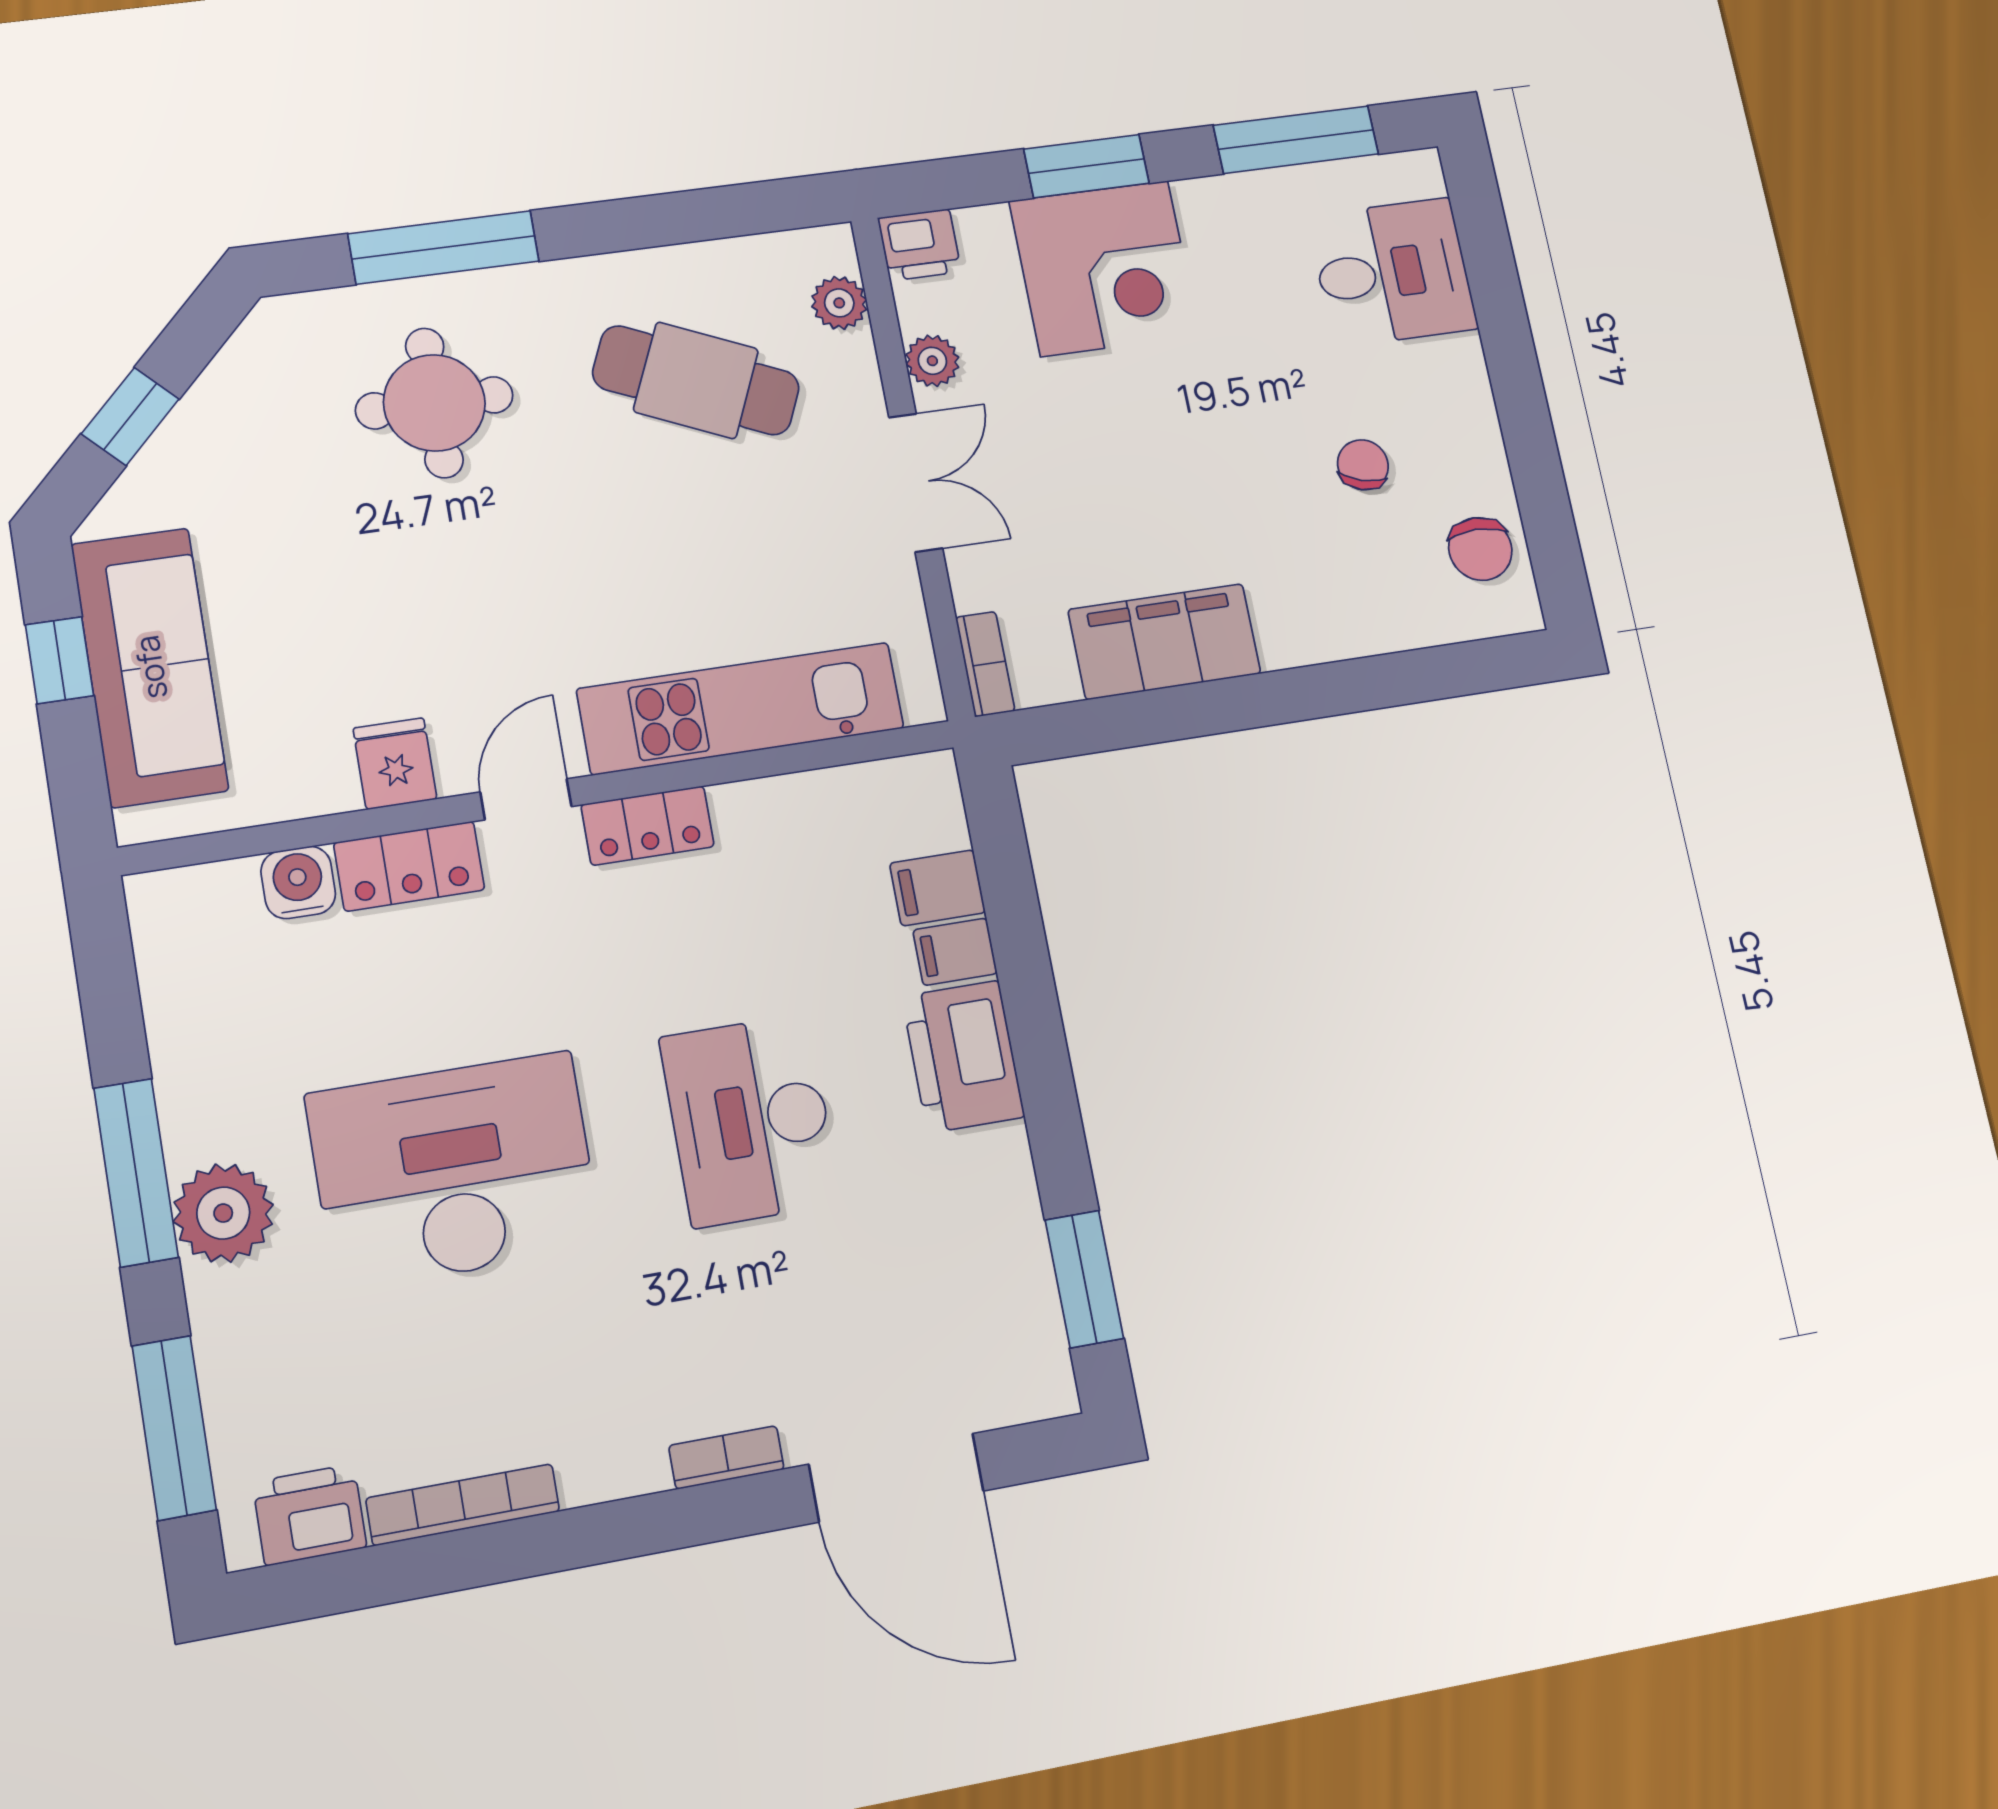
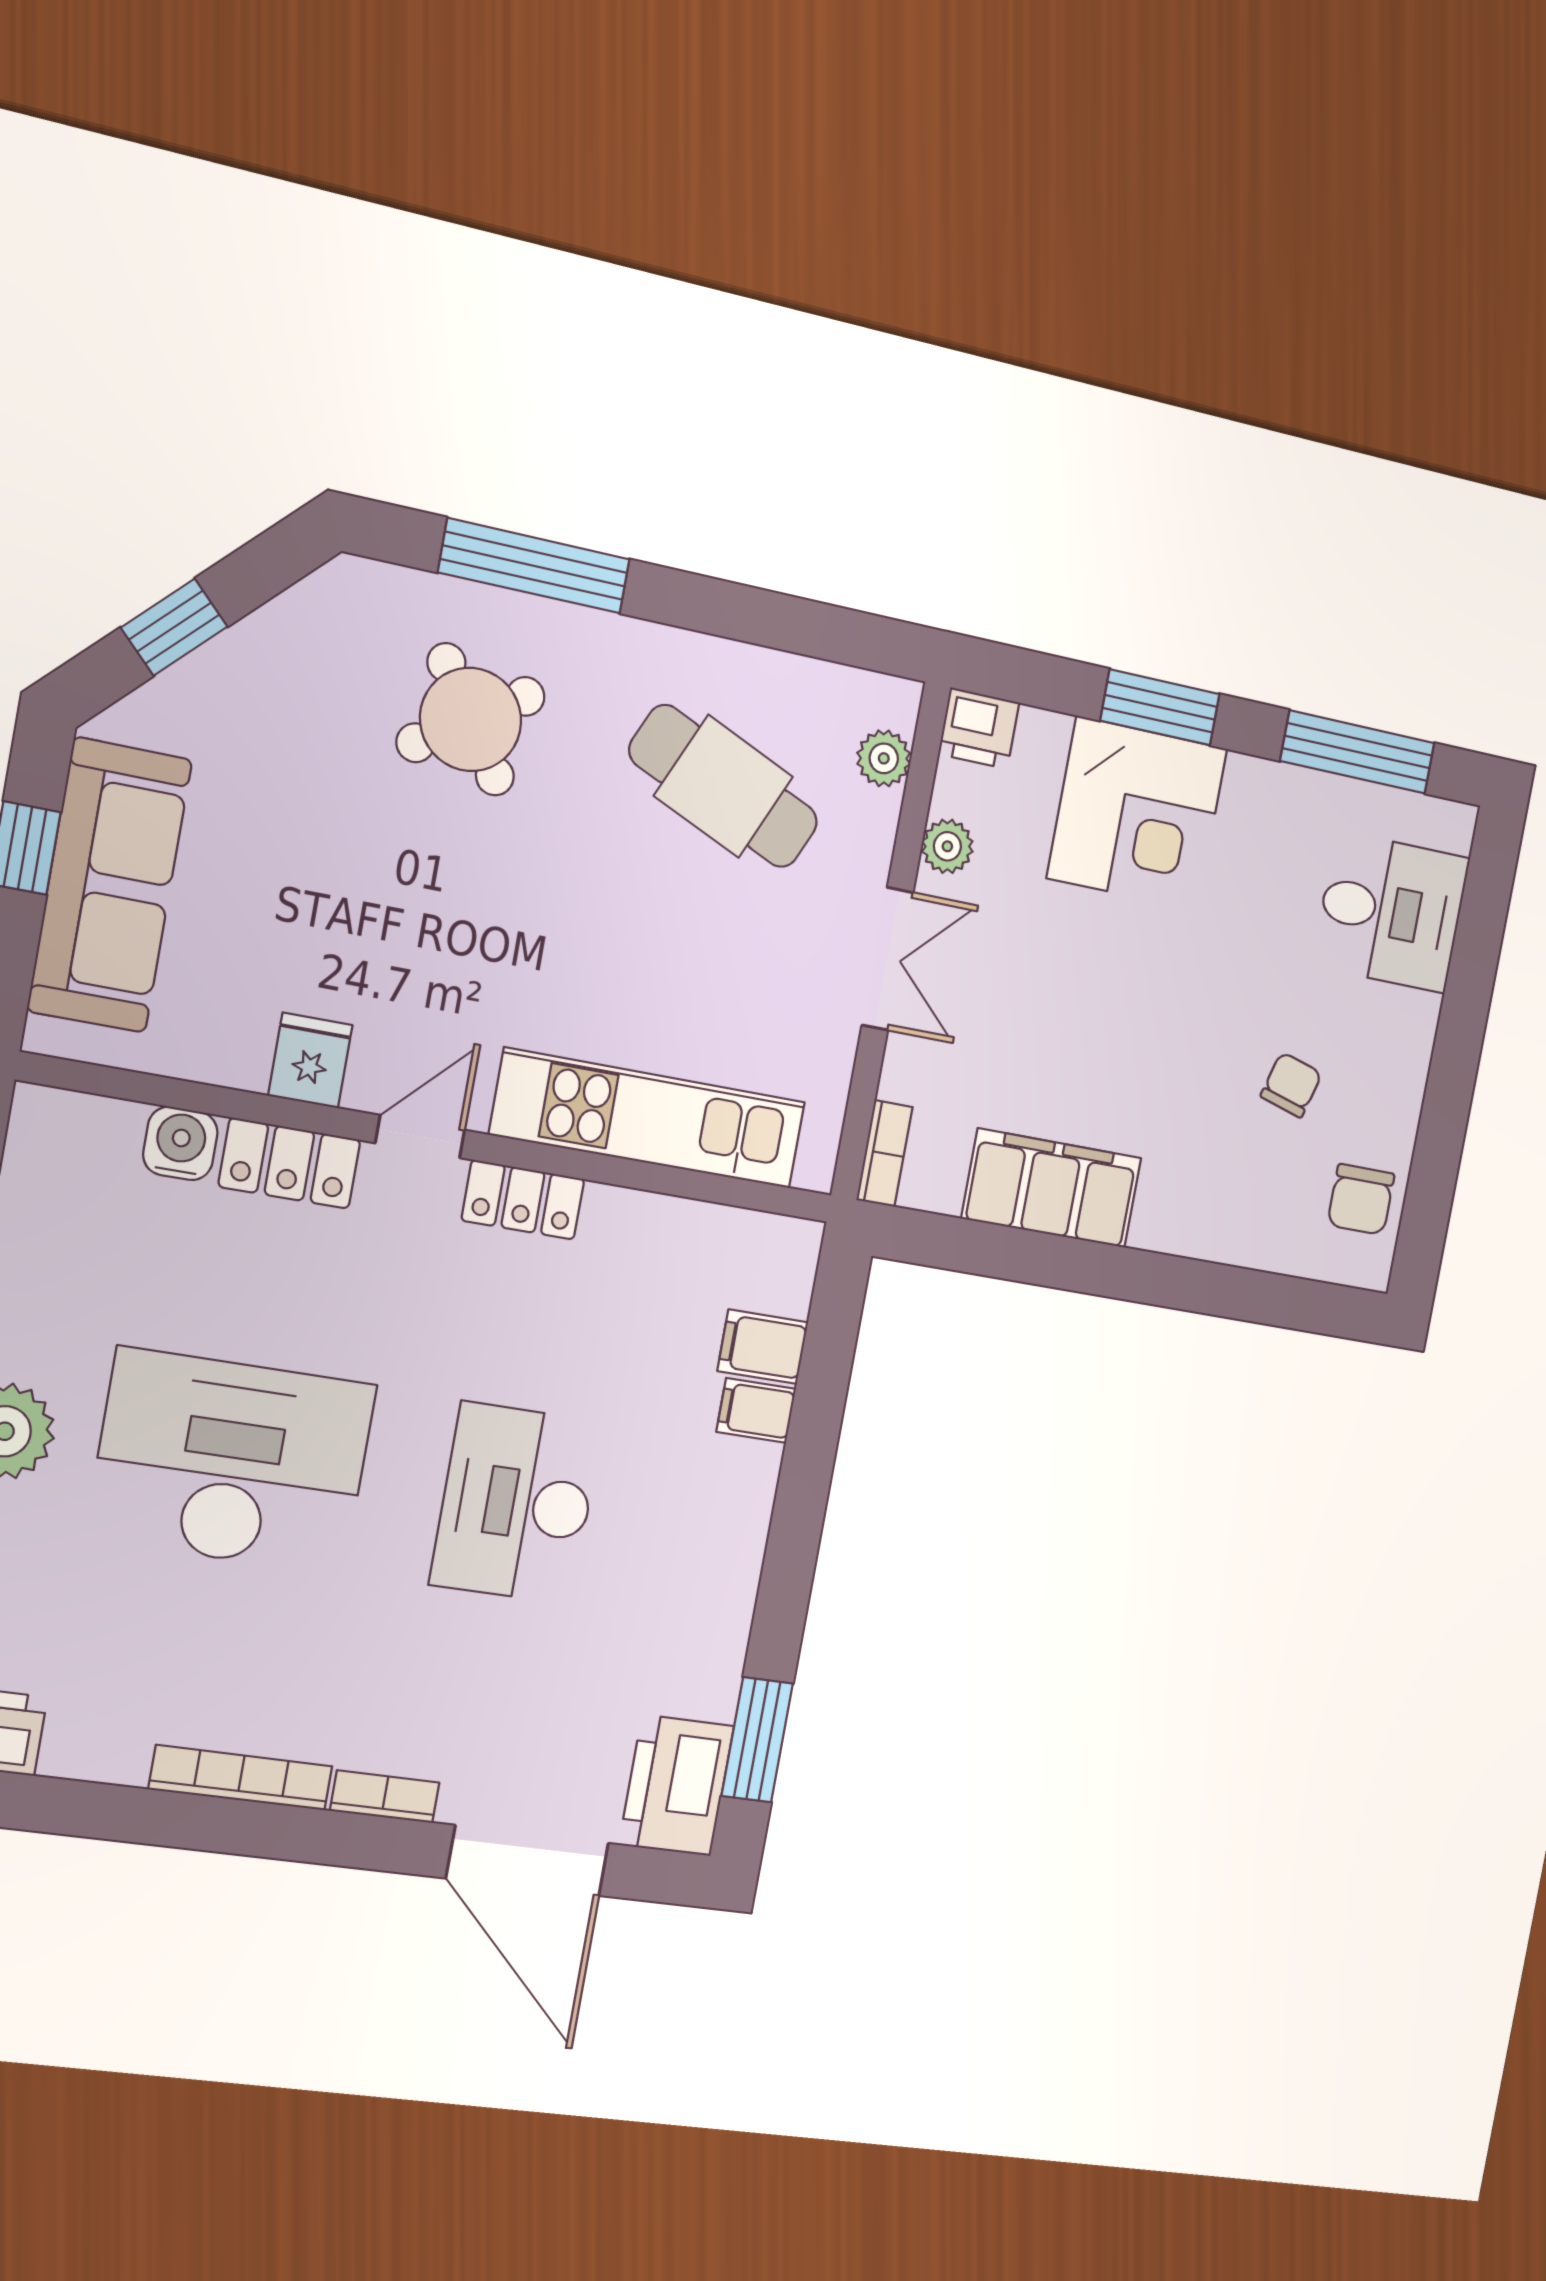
round table: (434, 403) -> (471, 719), turned -34
printer: (963, 1057) -> (676, 1785), moved
bookcase: (463, 1505) -> (241, 1778), moved

